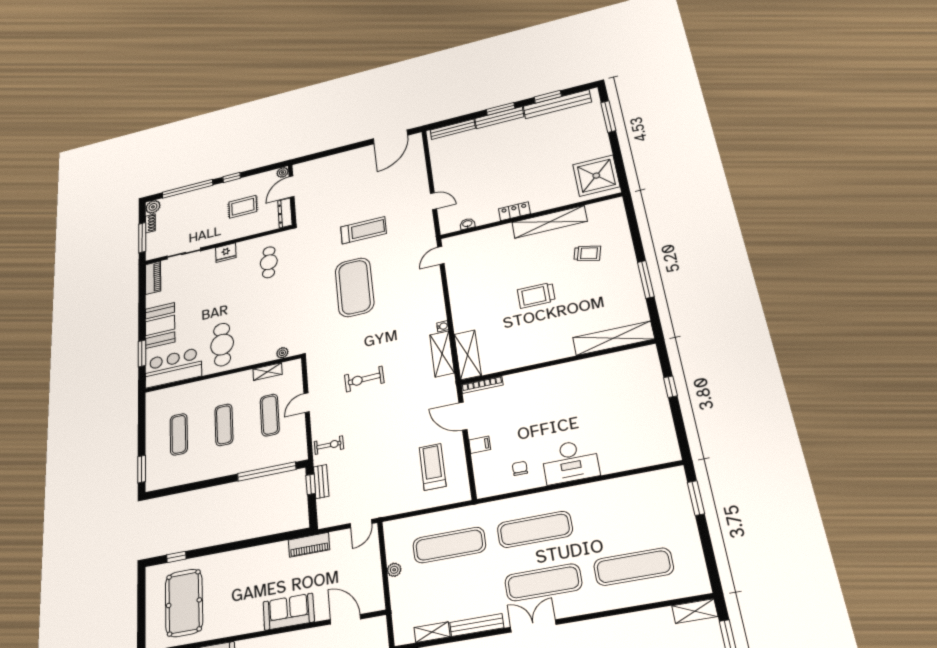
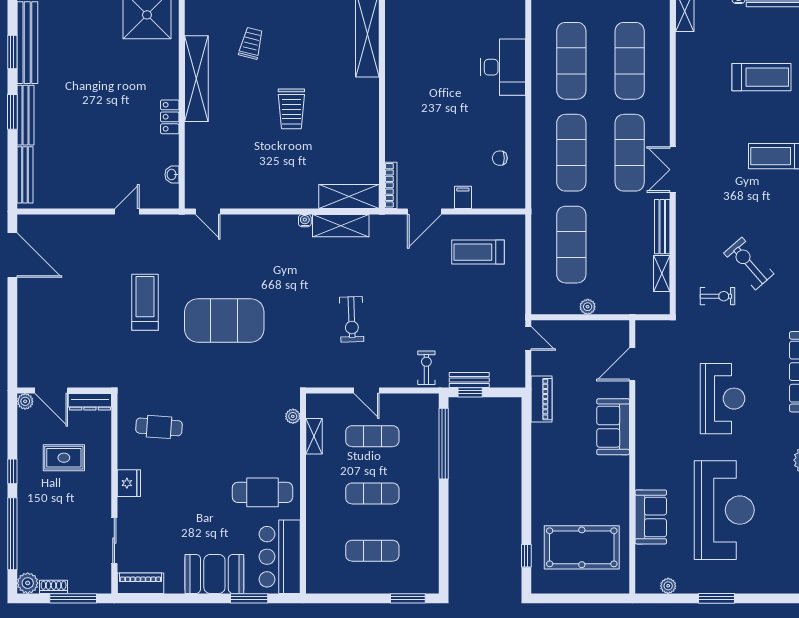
rug: (243, 207) -> (64, 458), turned 90
desk: (570, 462) -> (503, 67), moved
exercise mat: (623, 513) -> (571, 61), added

